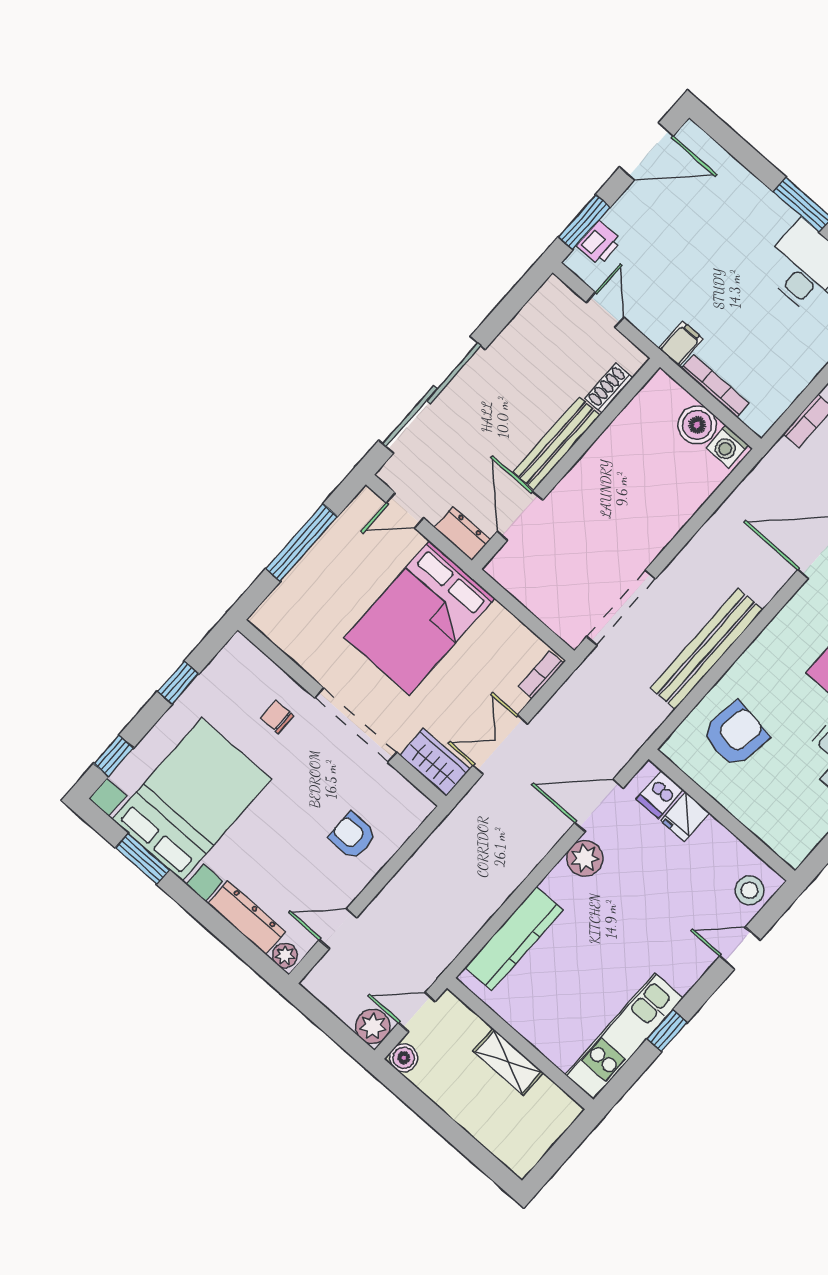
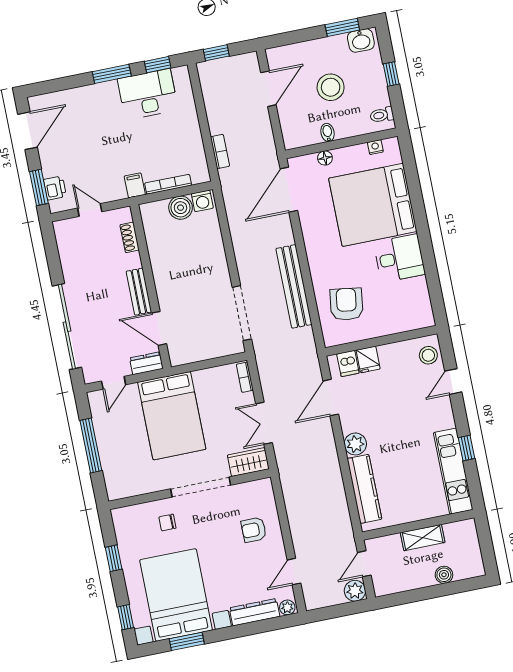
bench: (557, 444) -> (139, 292), width x0.73
plant: (585, 858) -> (355, 444), moved
boiler: (404, 1058) -> (444, 575), moved

